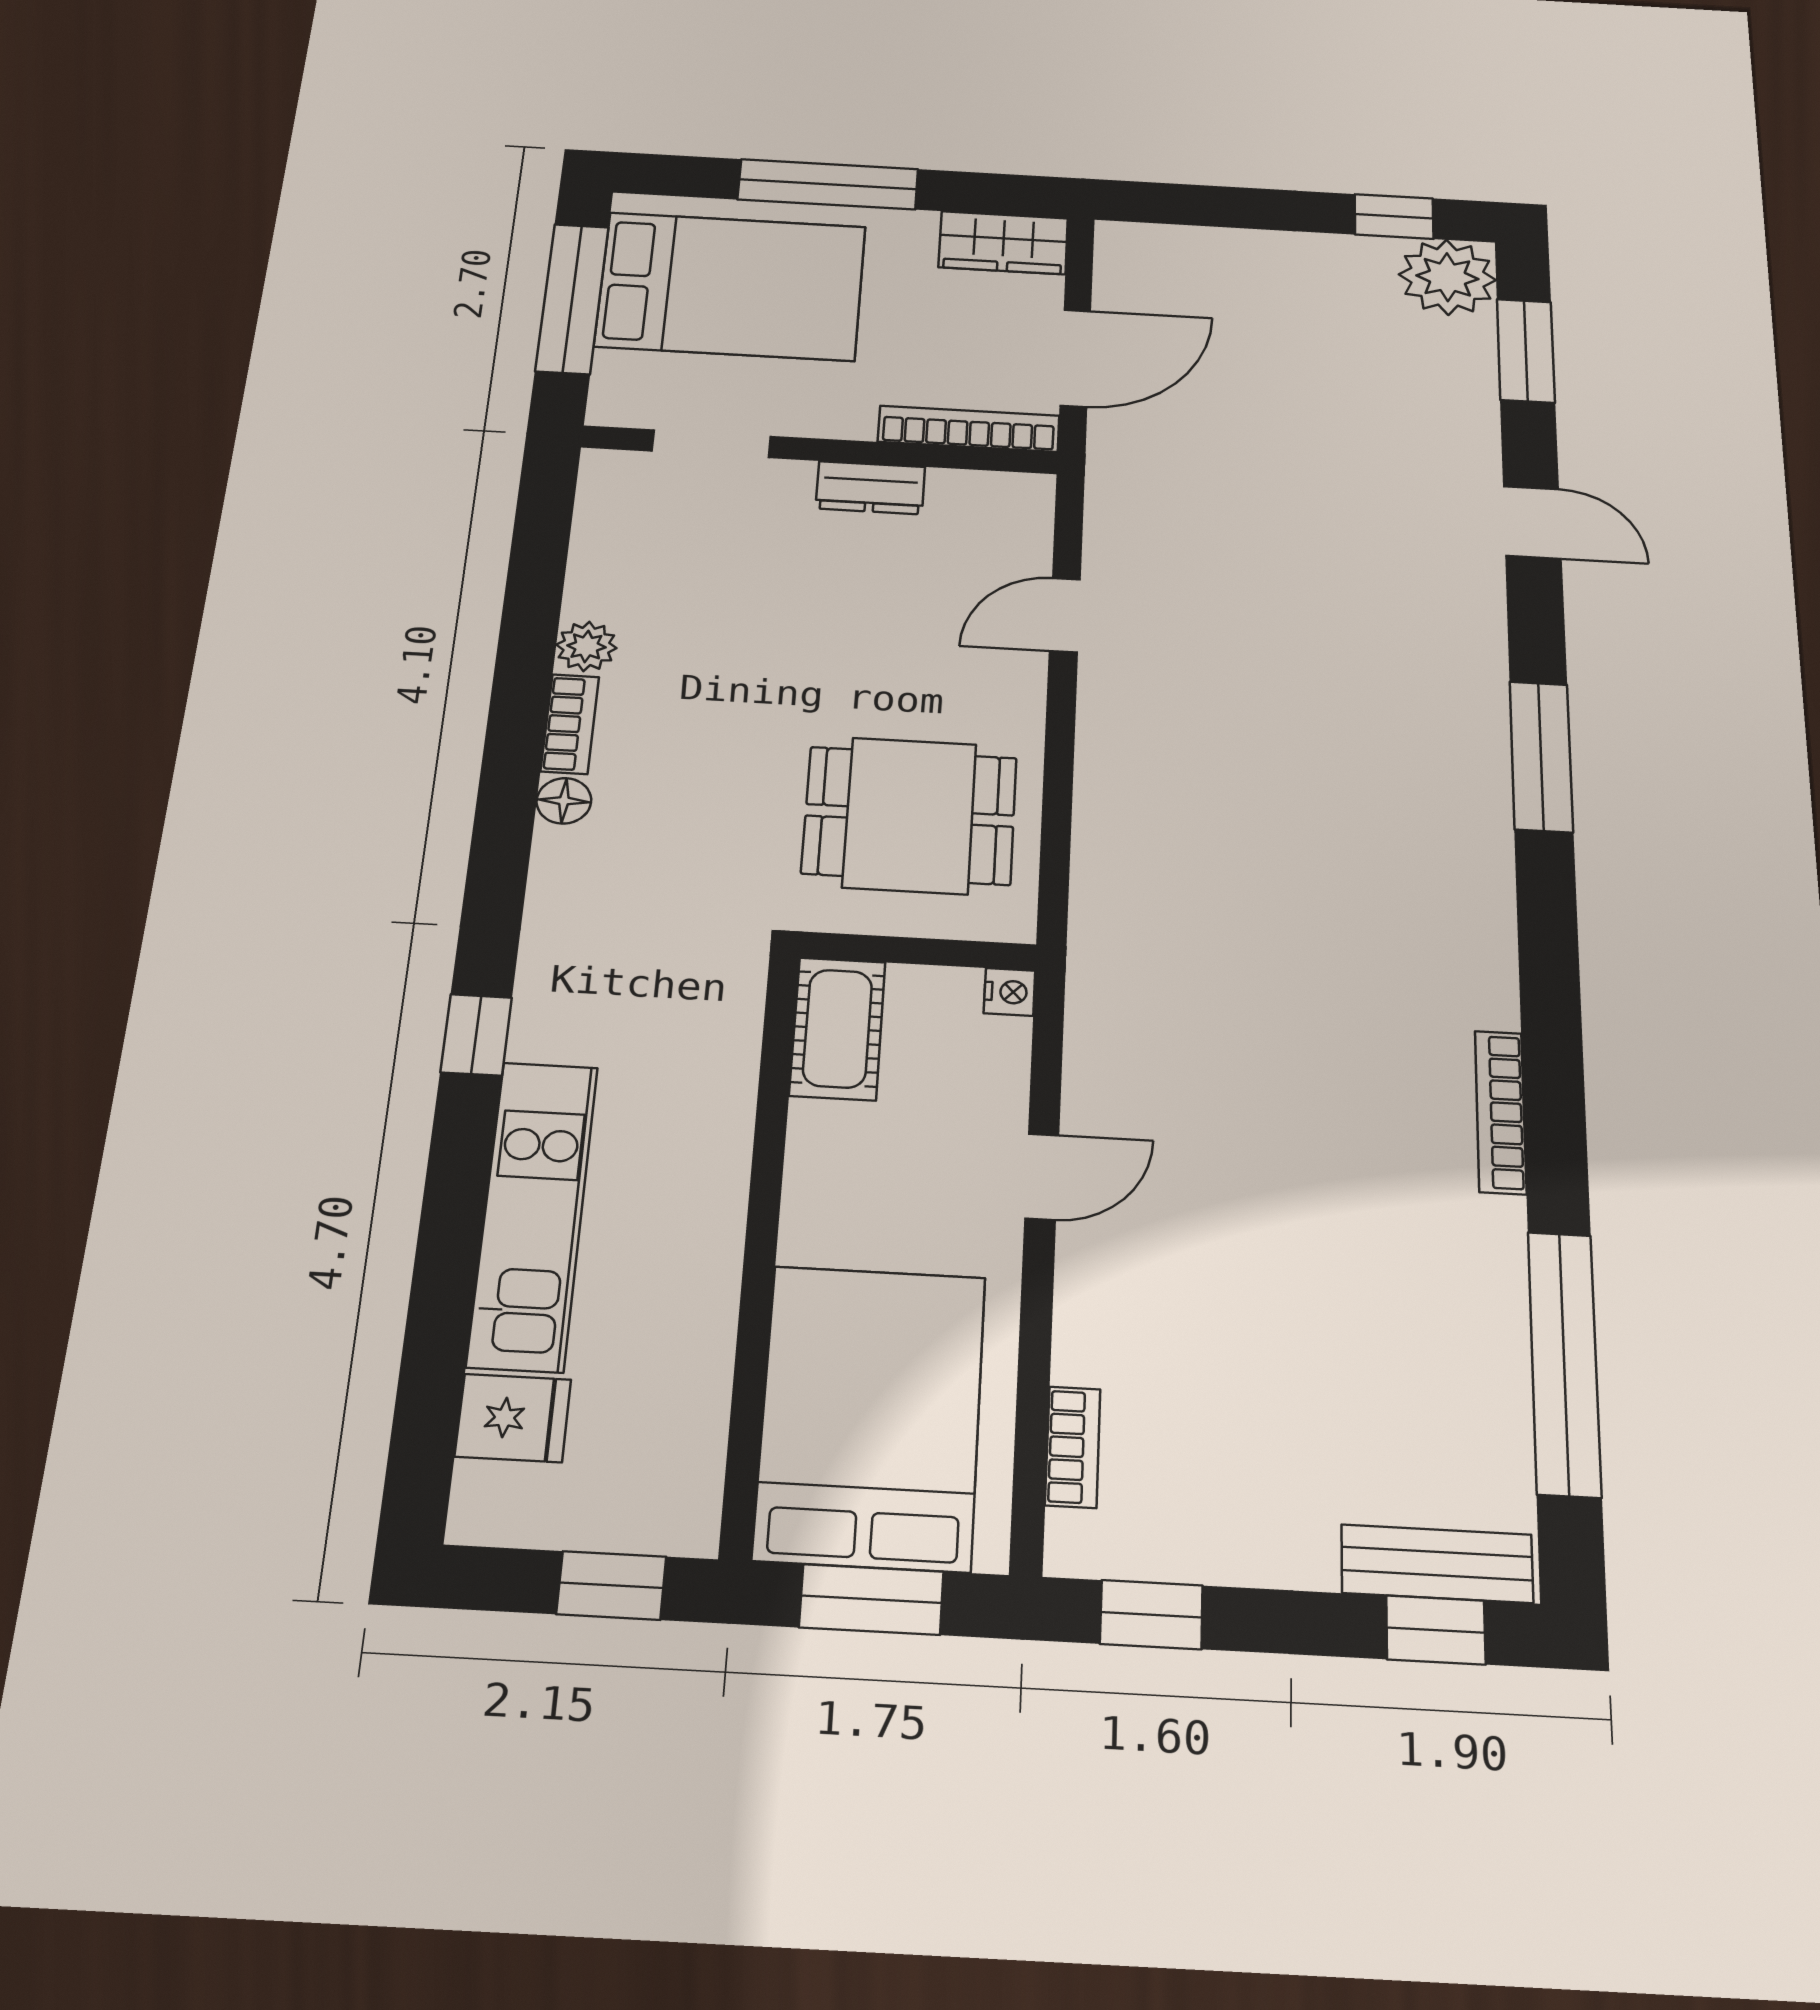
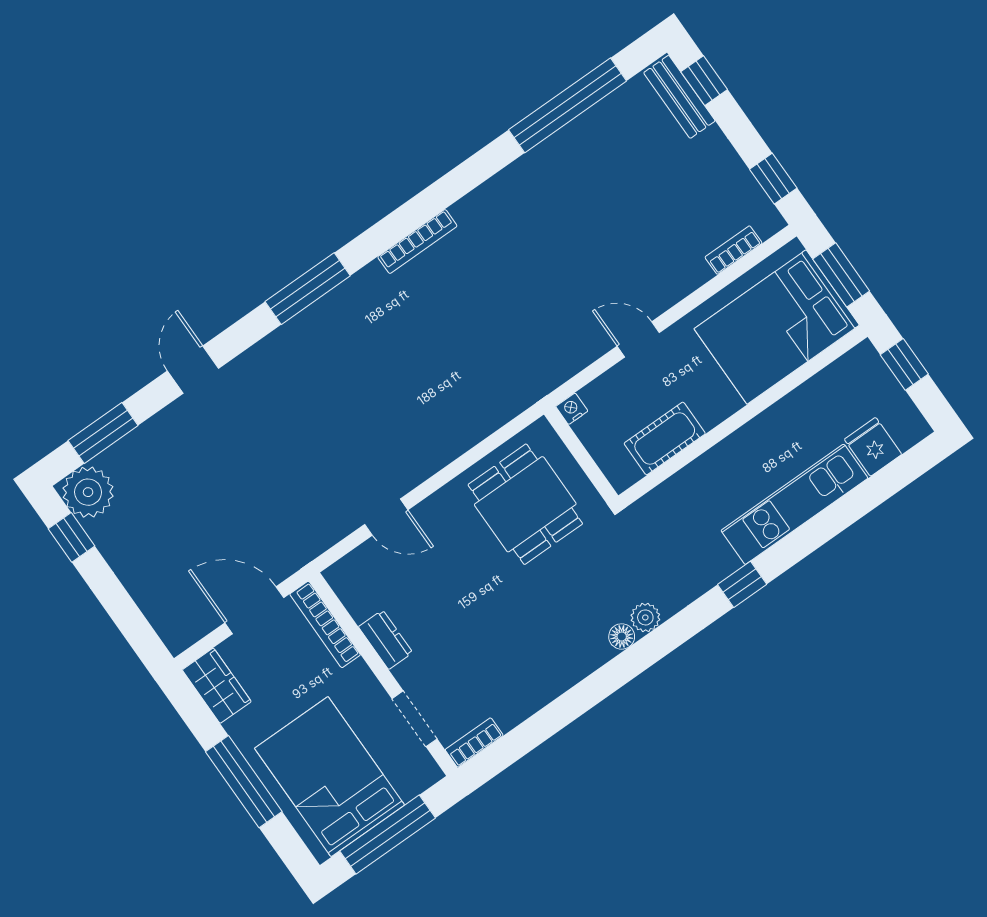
plant: (586, 646) -> (645, 617), moved
bookcase: (570, 724) -> (474, 743), moved
cot: (837, 1029) -> (665, 438), moved
bookcase: (1501, 1112) -> (417, 241), moved

